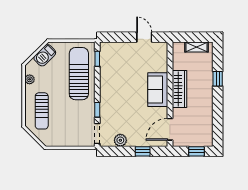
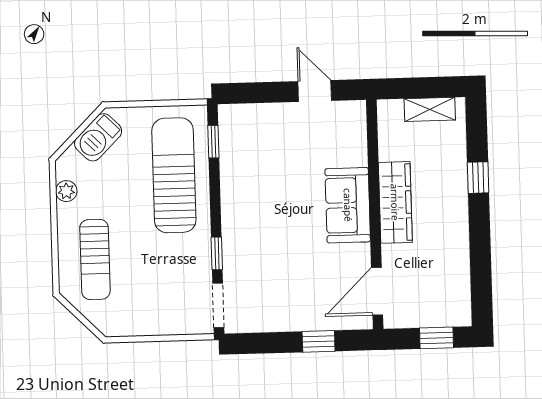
plant: (120, 140) -> (269, 319), removed

